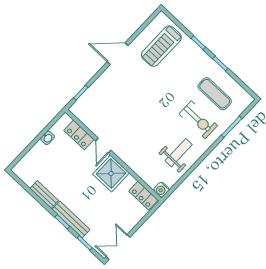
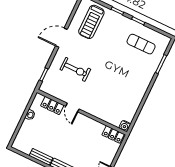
exercise bike: (198, 120) -> (75, 69), moved
weight bench: (179, 153) -> (129, 95), removed
shower: (111, 173) -> (85, 126), removed

